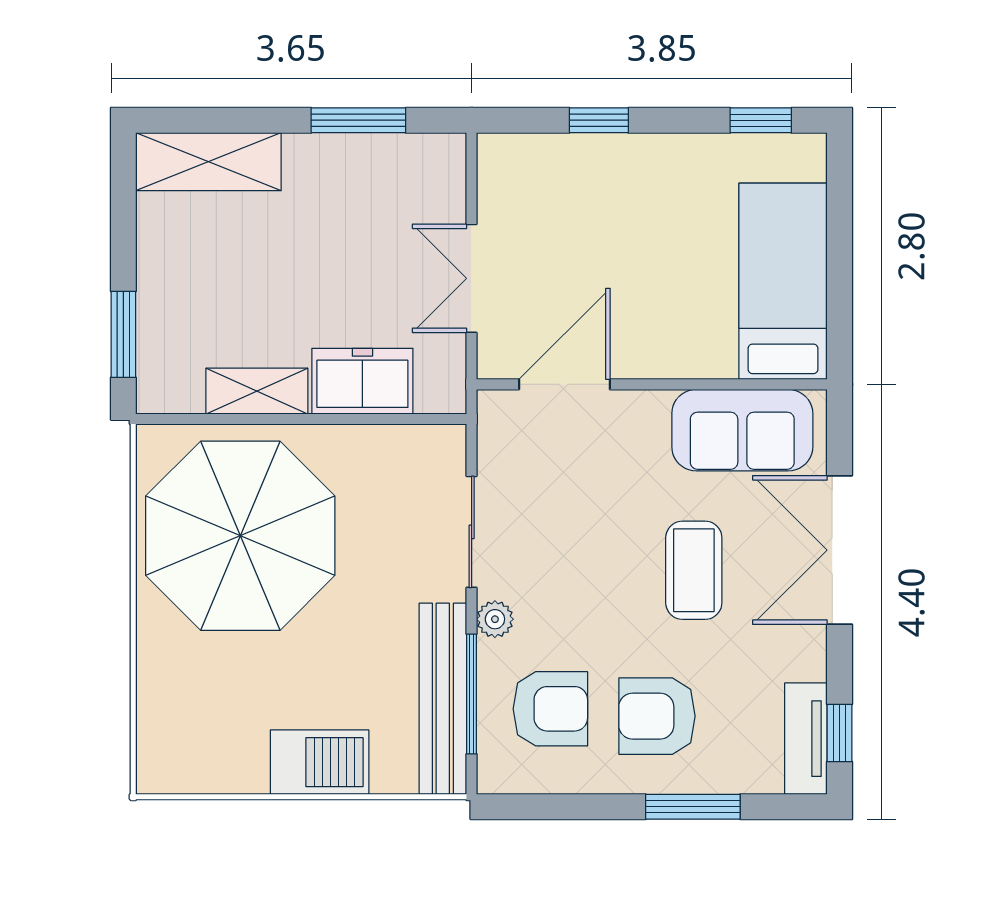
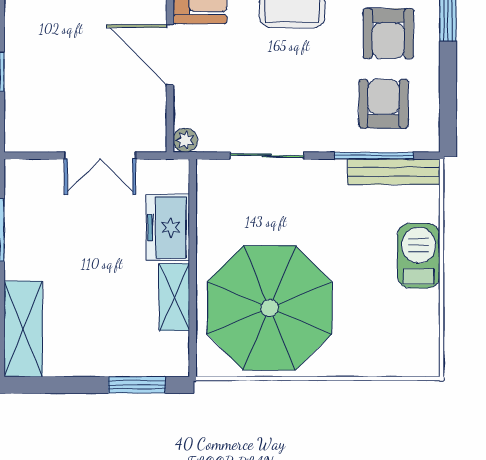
door: (565, 384) -> (170, 55), moved
plant: (495, 619) -> (185, 140), moved
bench: (443, 699) -> (394, 172), width x0.73, depth x0.82

